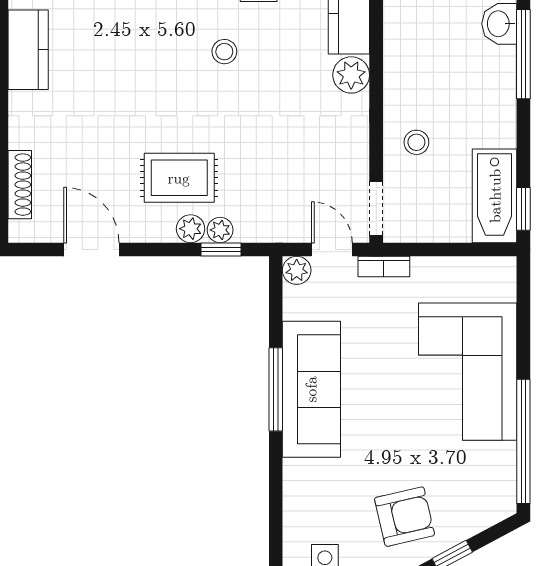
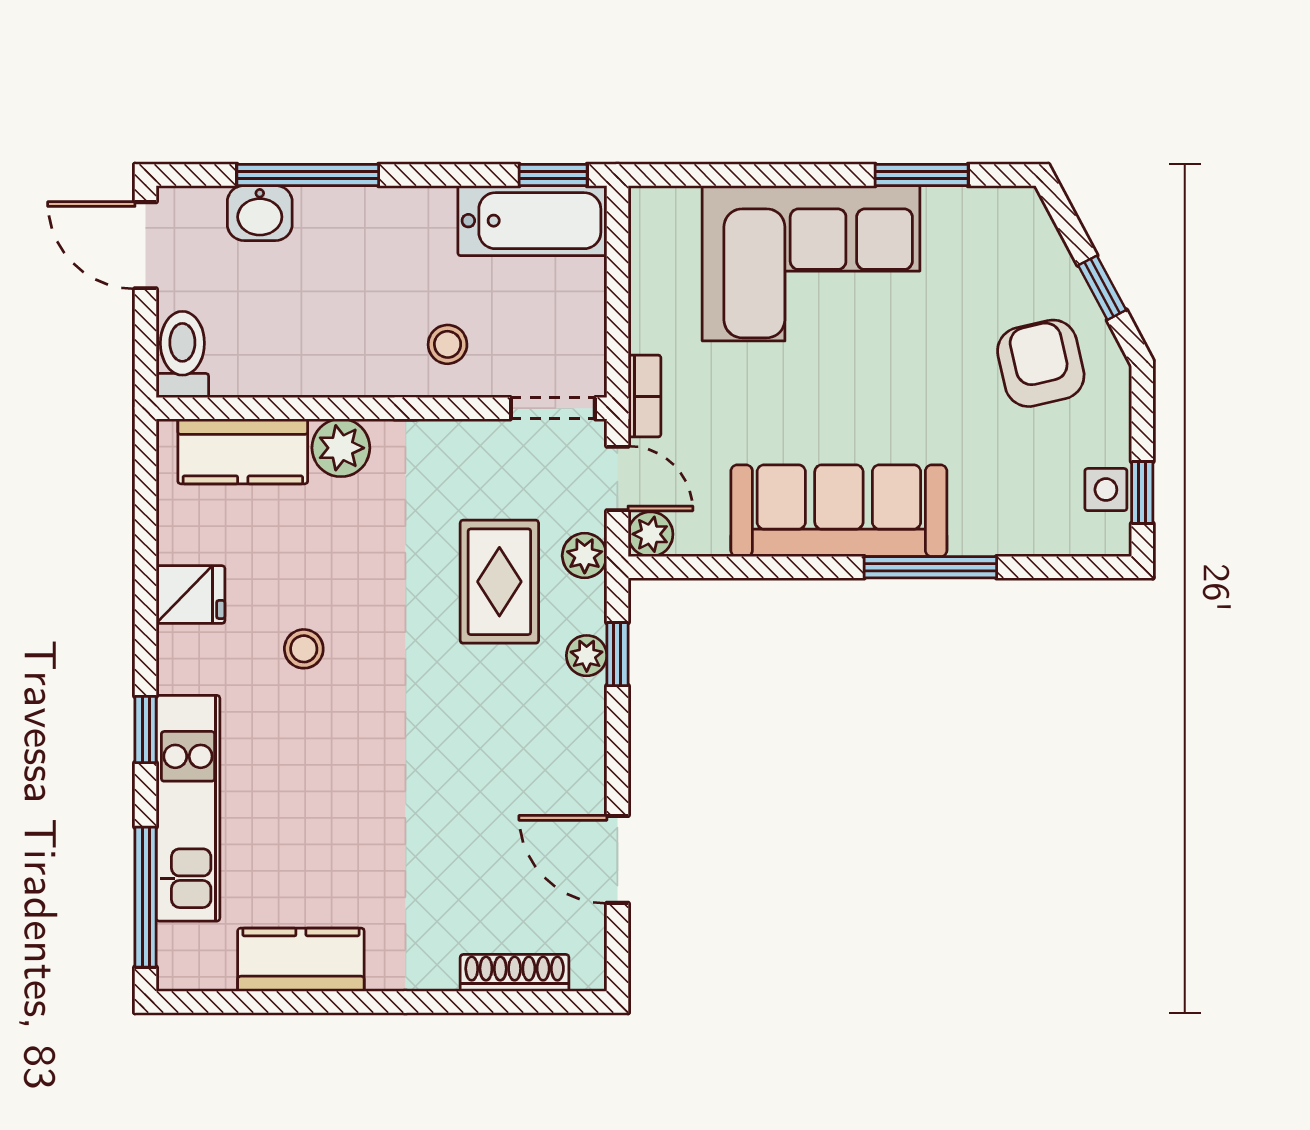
rug: (179, 178) -> (499, 582), moved
plant: (191, 229) -> (585, 556), moved
door: (91, 249) -> (617, 859), hinge flipped
door: (332, 249) -> (617, 478), swing flipped
window: (276, 389) -> (930, 567), moved
window: (523, 441) -> (922, 175), width x0.47

